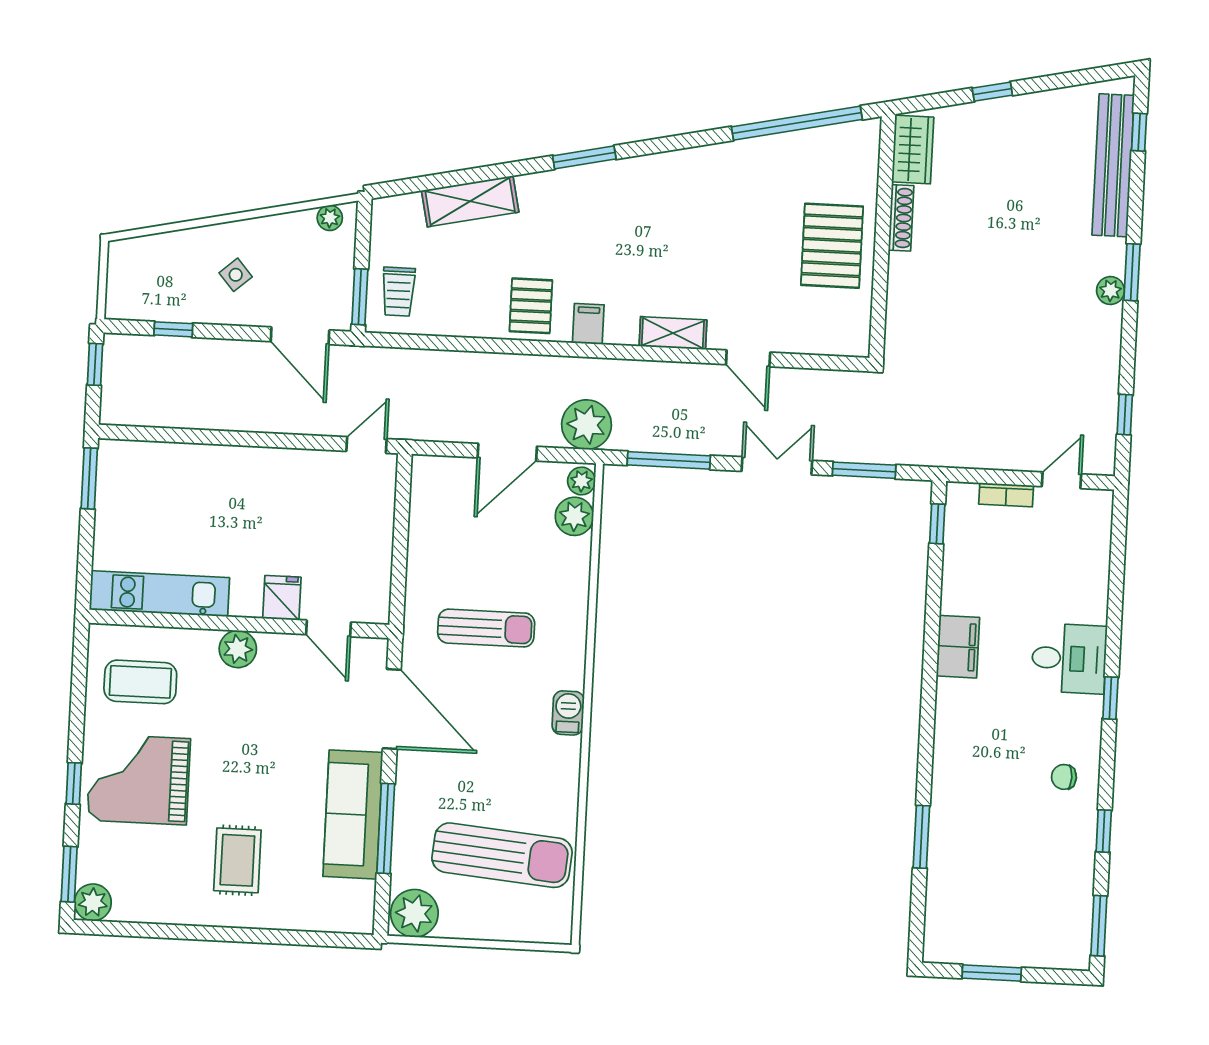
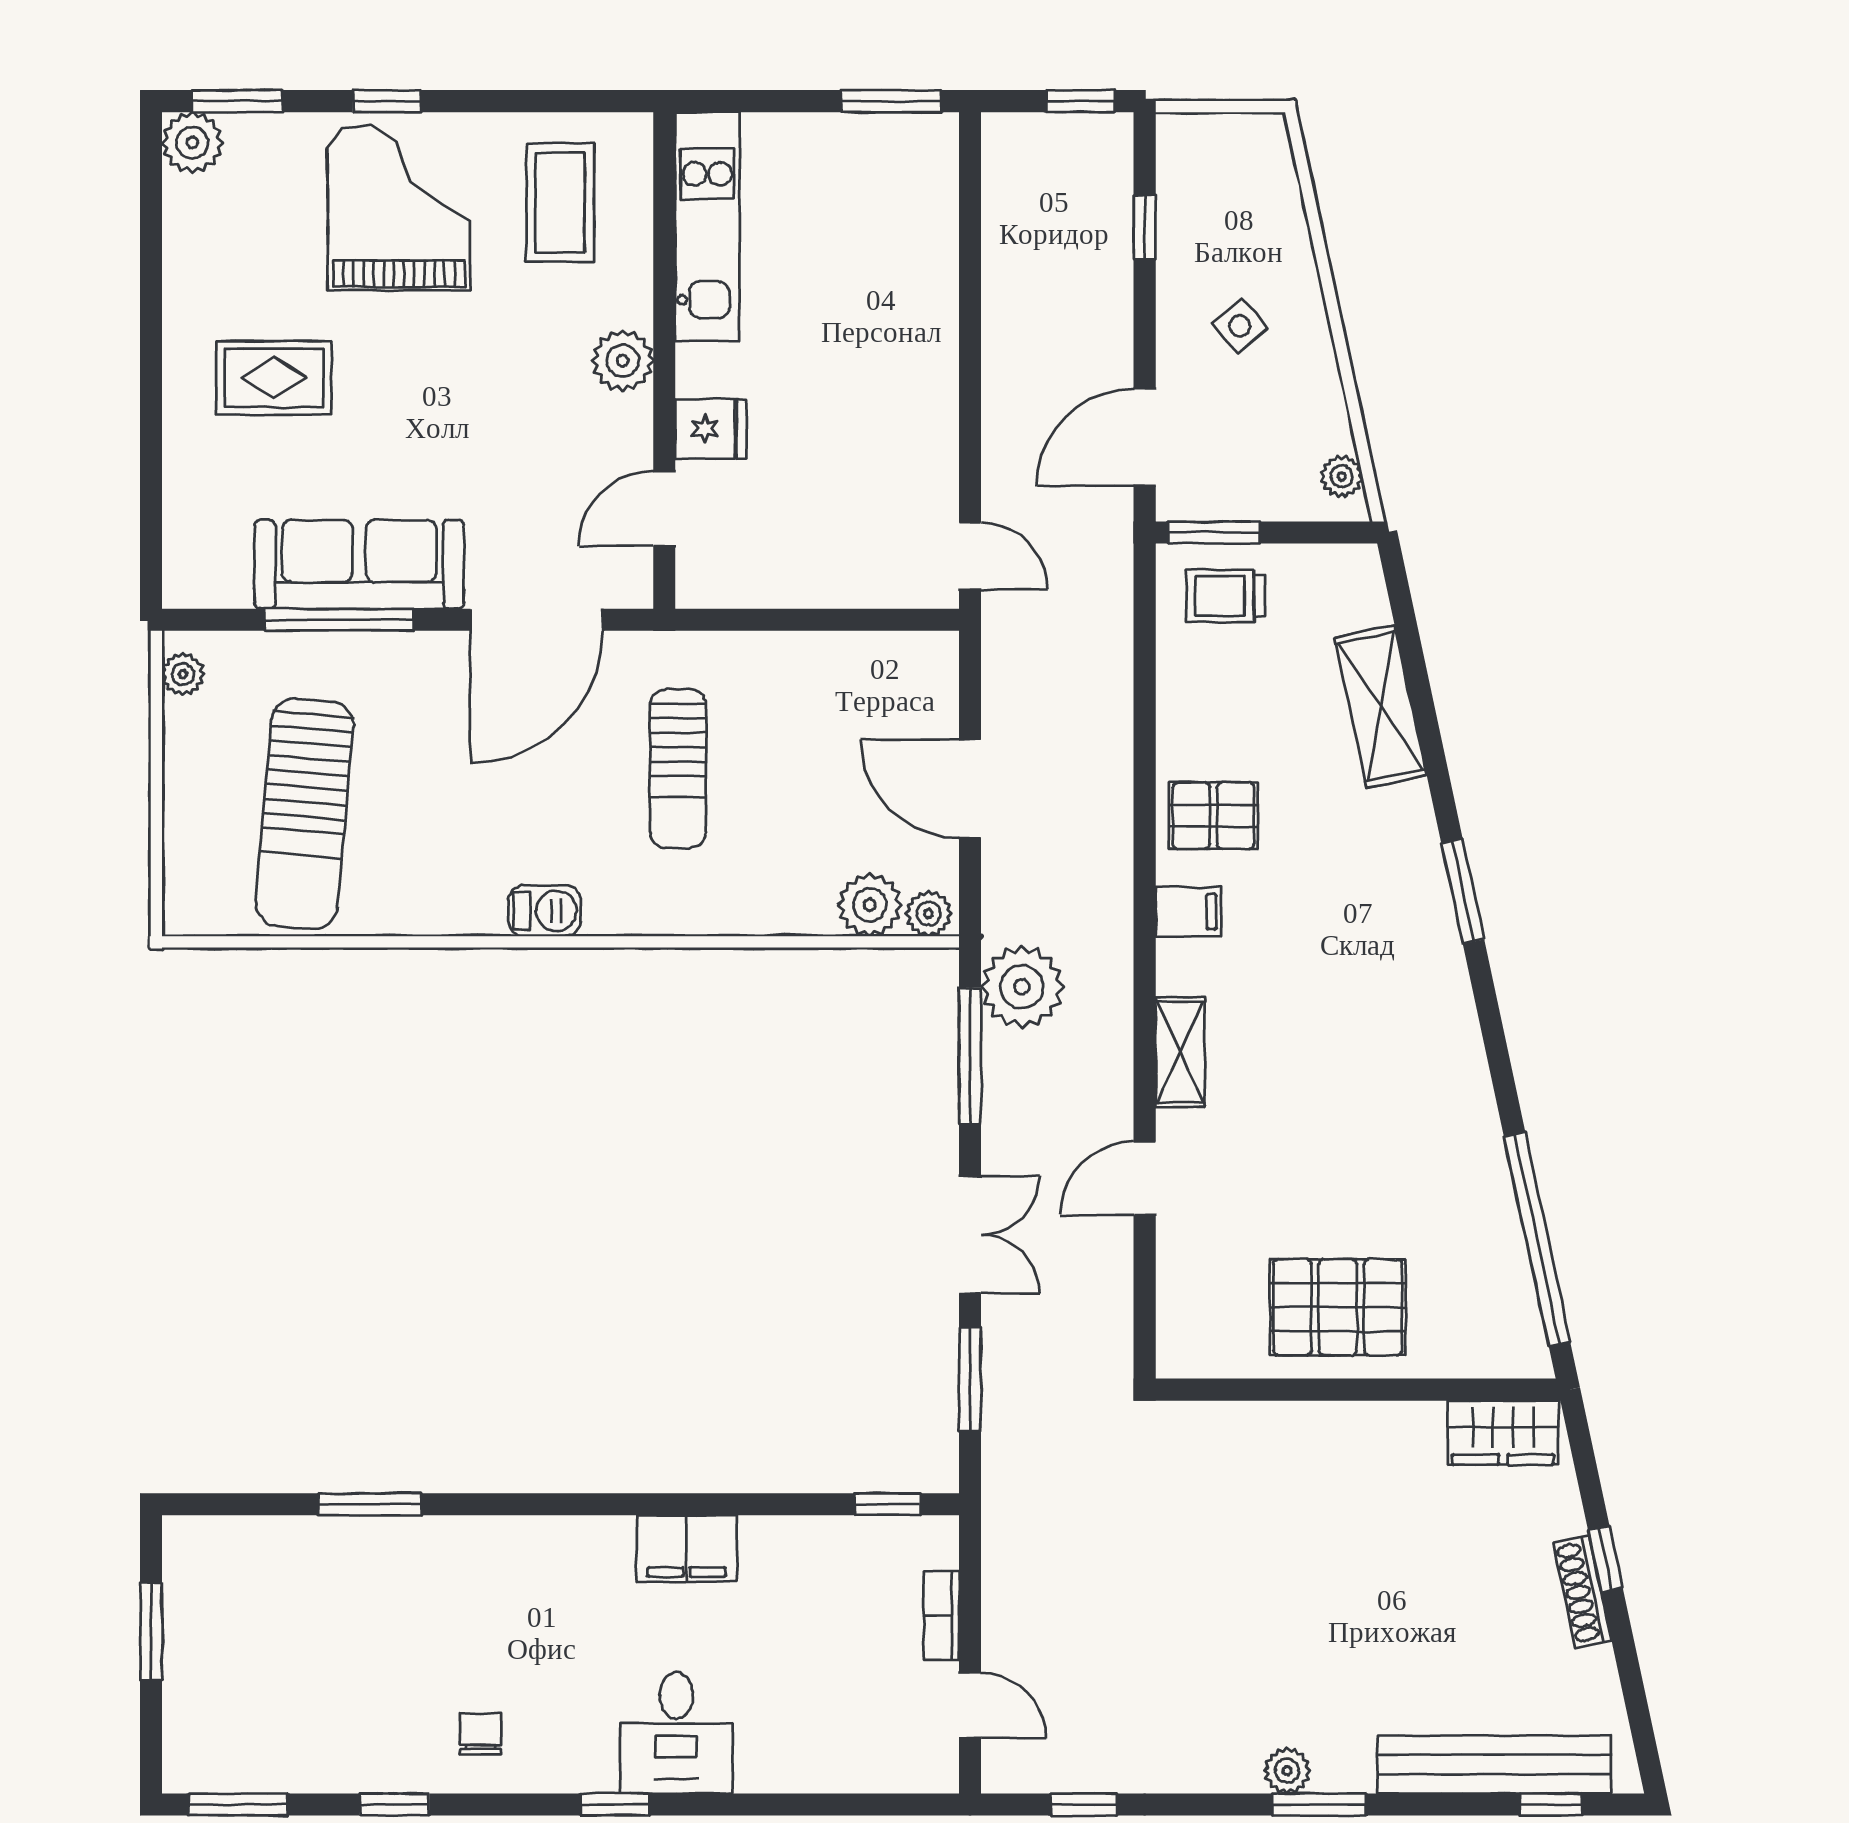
shoe rack: (901, 218) -> (1582, 1592), moved, turned 78
plant: (587, 425) -> (1022, 987), moved
plant: (414, 913) -> (183, 674), width x0.53, depth x0.53

